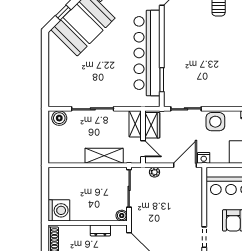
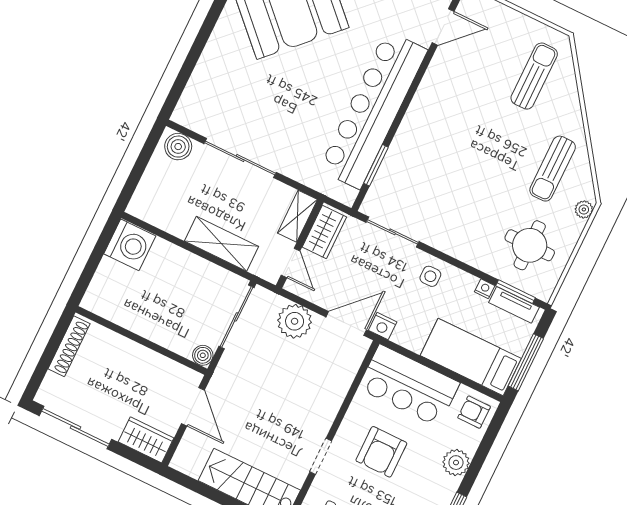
side table: (215, 122) -> (430, 276), width x0.54, depth x0.54
plant: (155, 172) -> (295, 321), width x1.88, depth x1.88
washing machine: (59, 210) -> (130, 245), moved
dresser: (100, 230) -> (156, 363), removed

